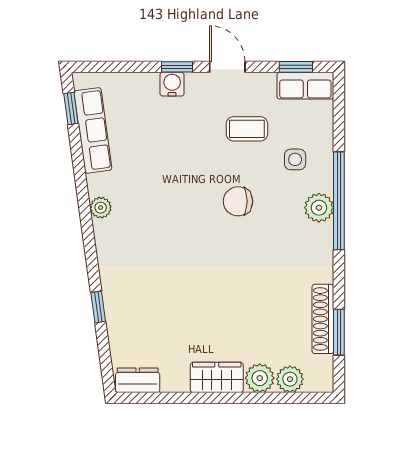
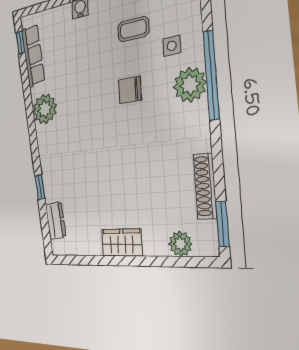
plant: (101, 208) -> (45, 109), width x1.87, depth x1.87
plant: (319, 208) -> (190, 85), width x1.36, depth x1.36
window: (339, 332) -> (222, 224), moved
plant: (260, 378) -> (155, 243), removed
dresser: (138, 380) -> (56, 221), moved, turned 82

